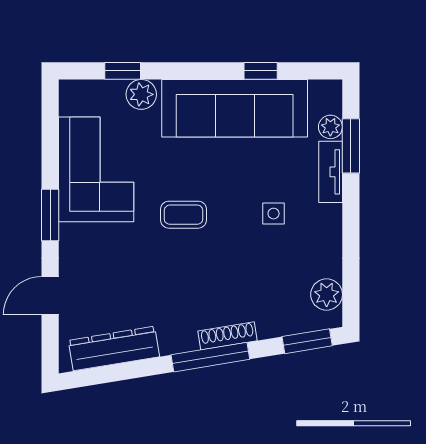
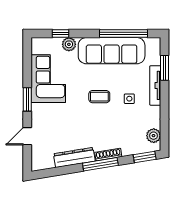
window: (261, 71) -> (123, 34), width x3.17
plant: (330, 127) -> (155, 59), removed
tv unit: (331, 172) -> (155, 85), width x1.41
coffee table: (184, 215) -> (99, 97), moved
dresser: (114, 349) -> (74, 157), moved

